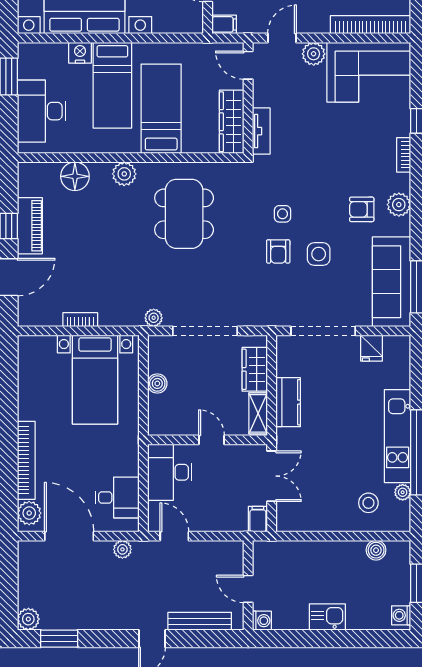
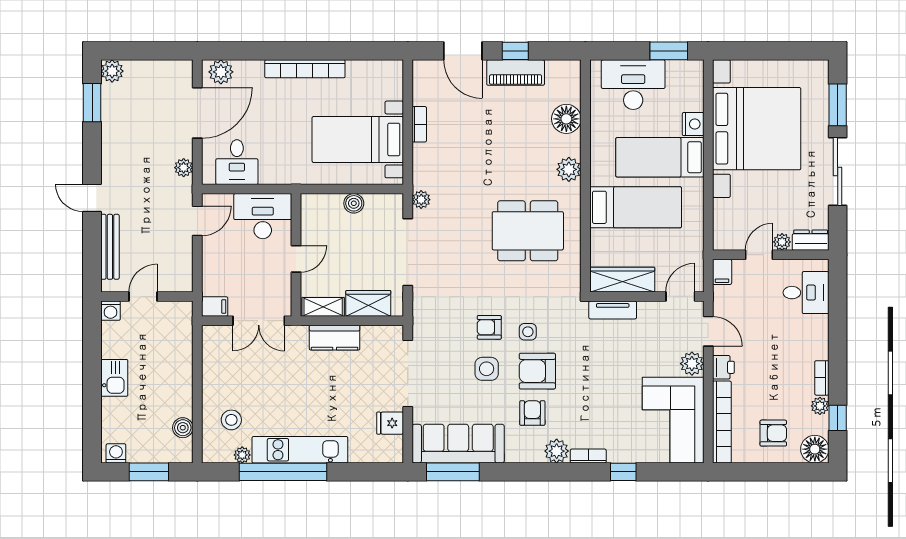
printer: (317, 23) -> (723, 367), added
armchair: (321, 204) -> (537, 371), added
plant: (399, 205) -> (557, 451), moved
bookcase: (26, 460) -> (305, 69), moved

